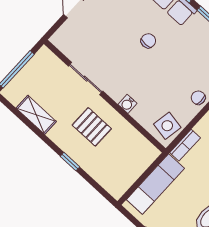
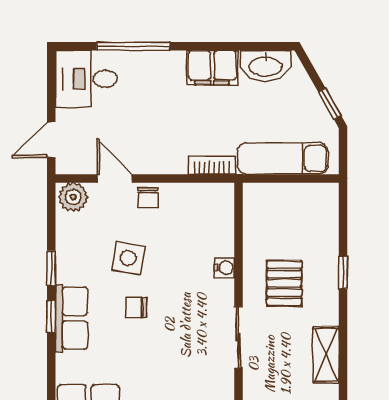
side table: (167, 126) -> (128, 258), moved

